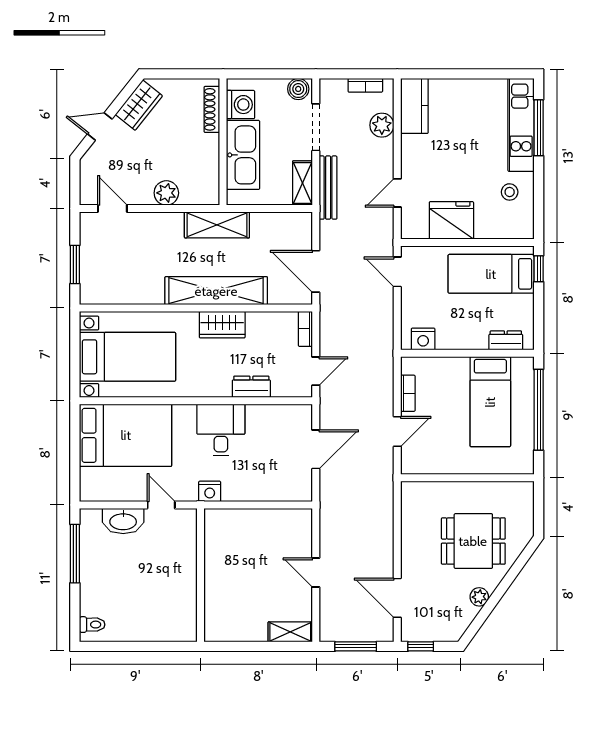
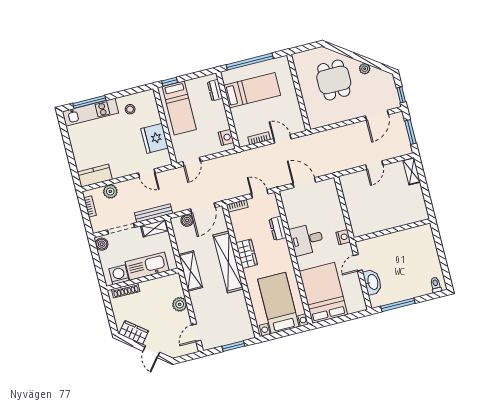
boiler: (302, 240) -> (187, 220), added

